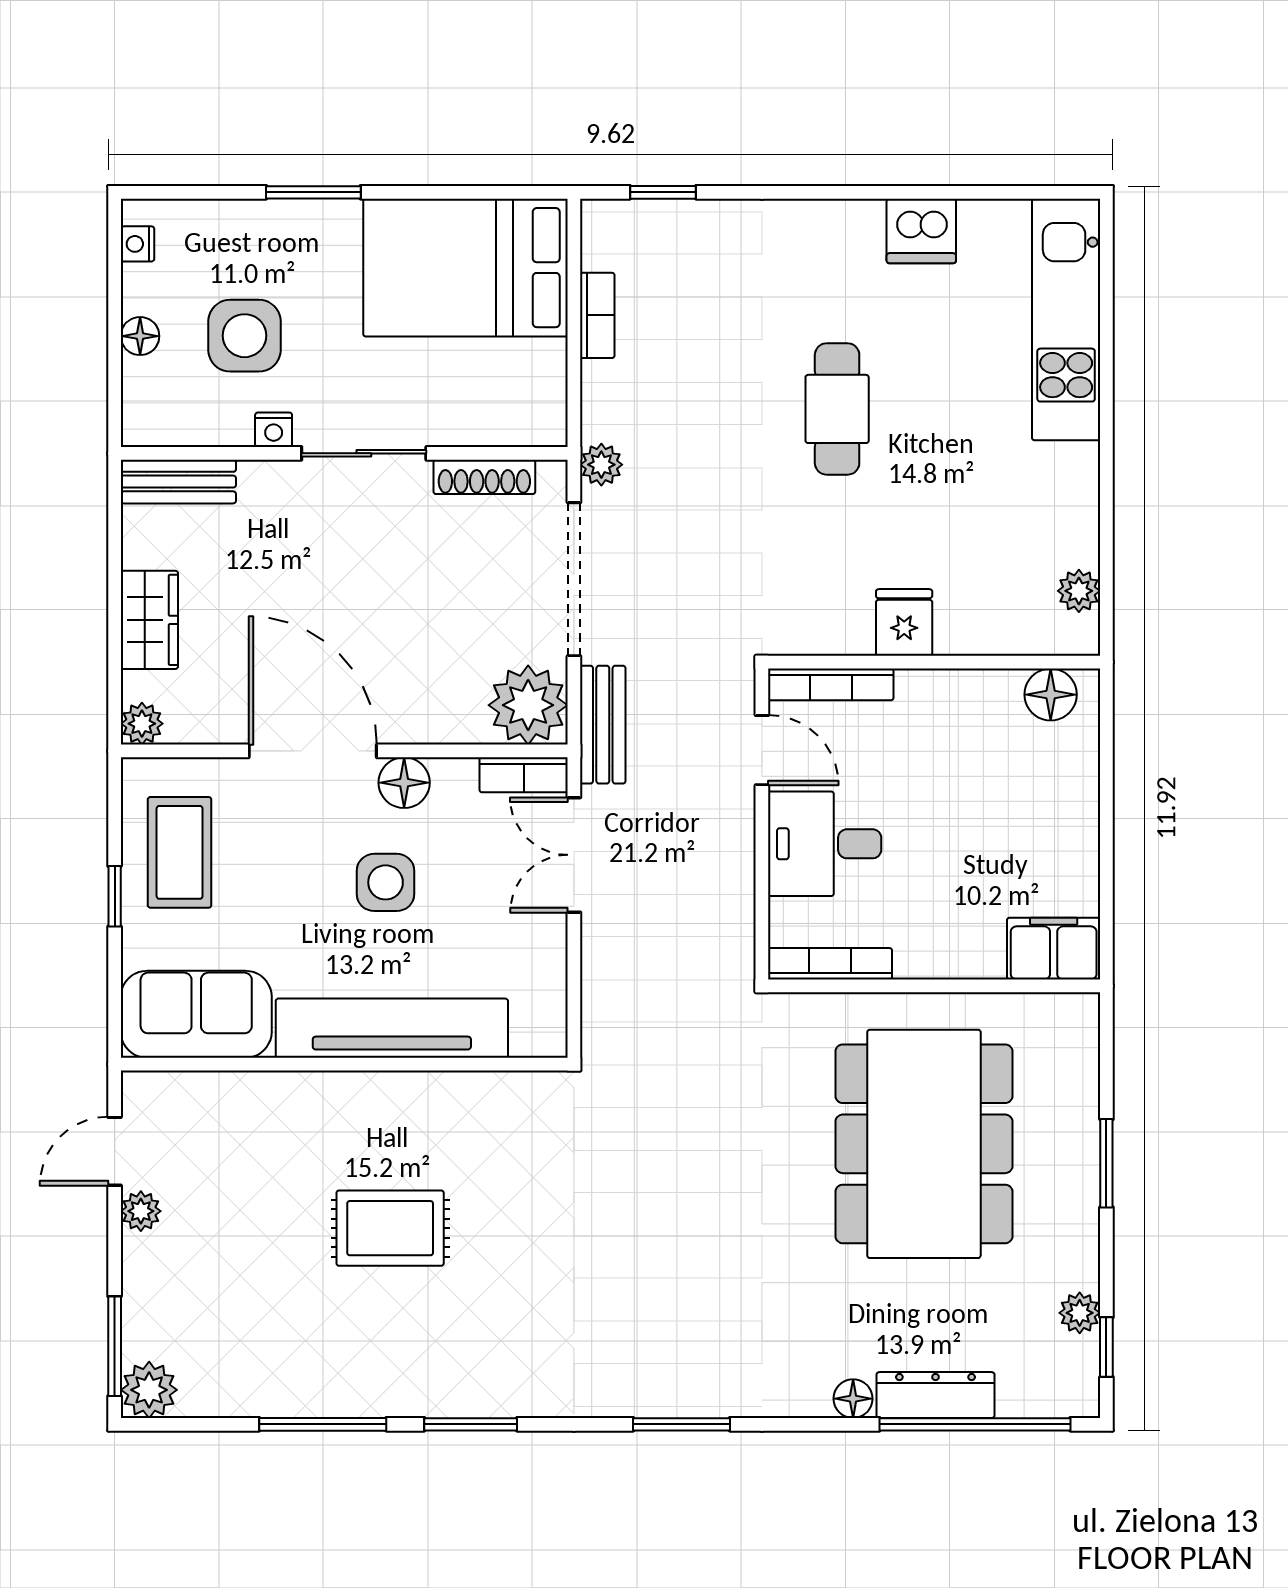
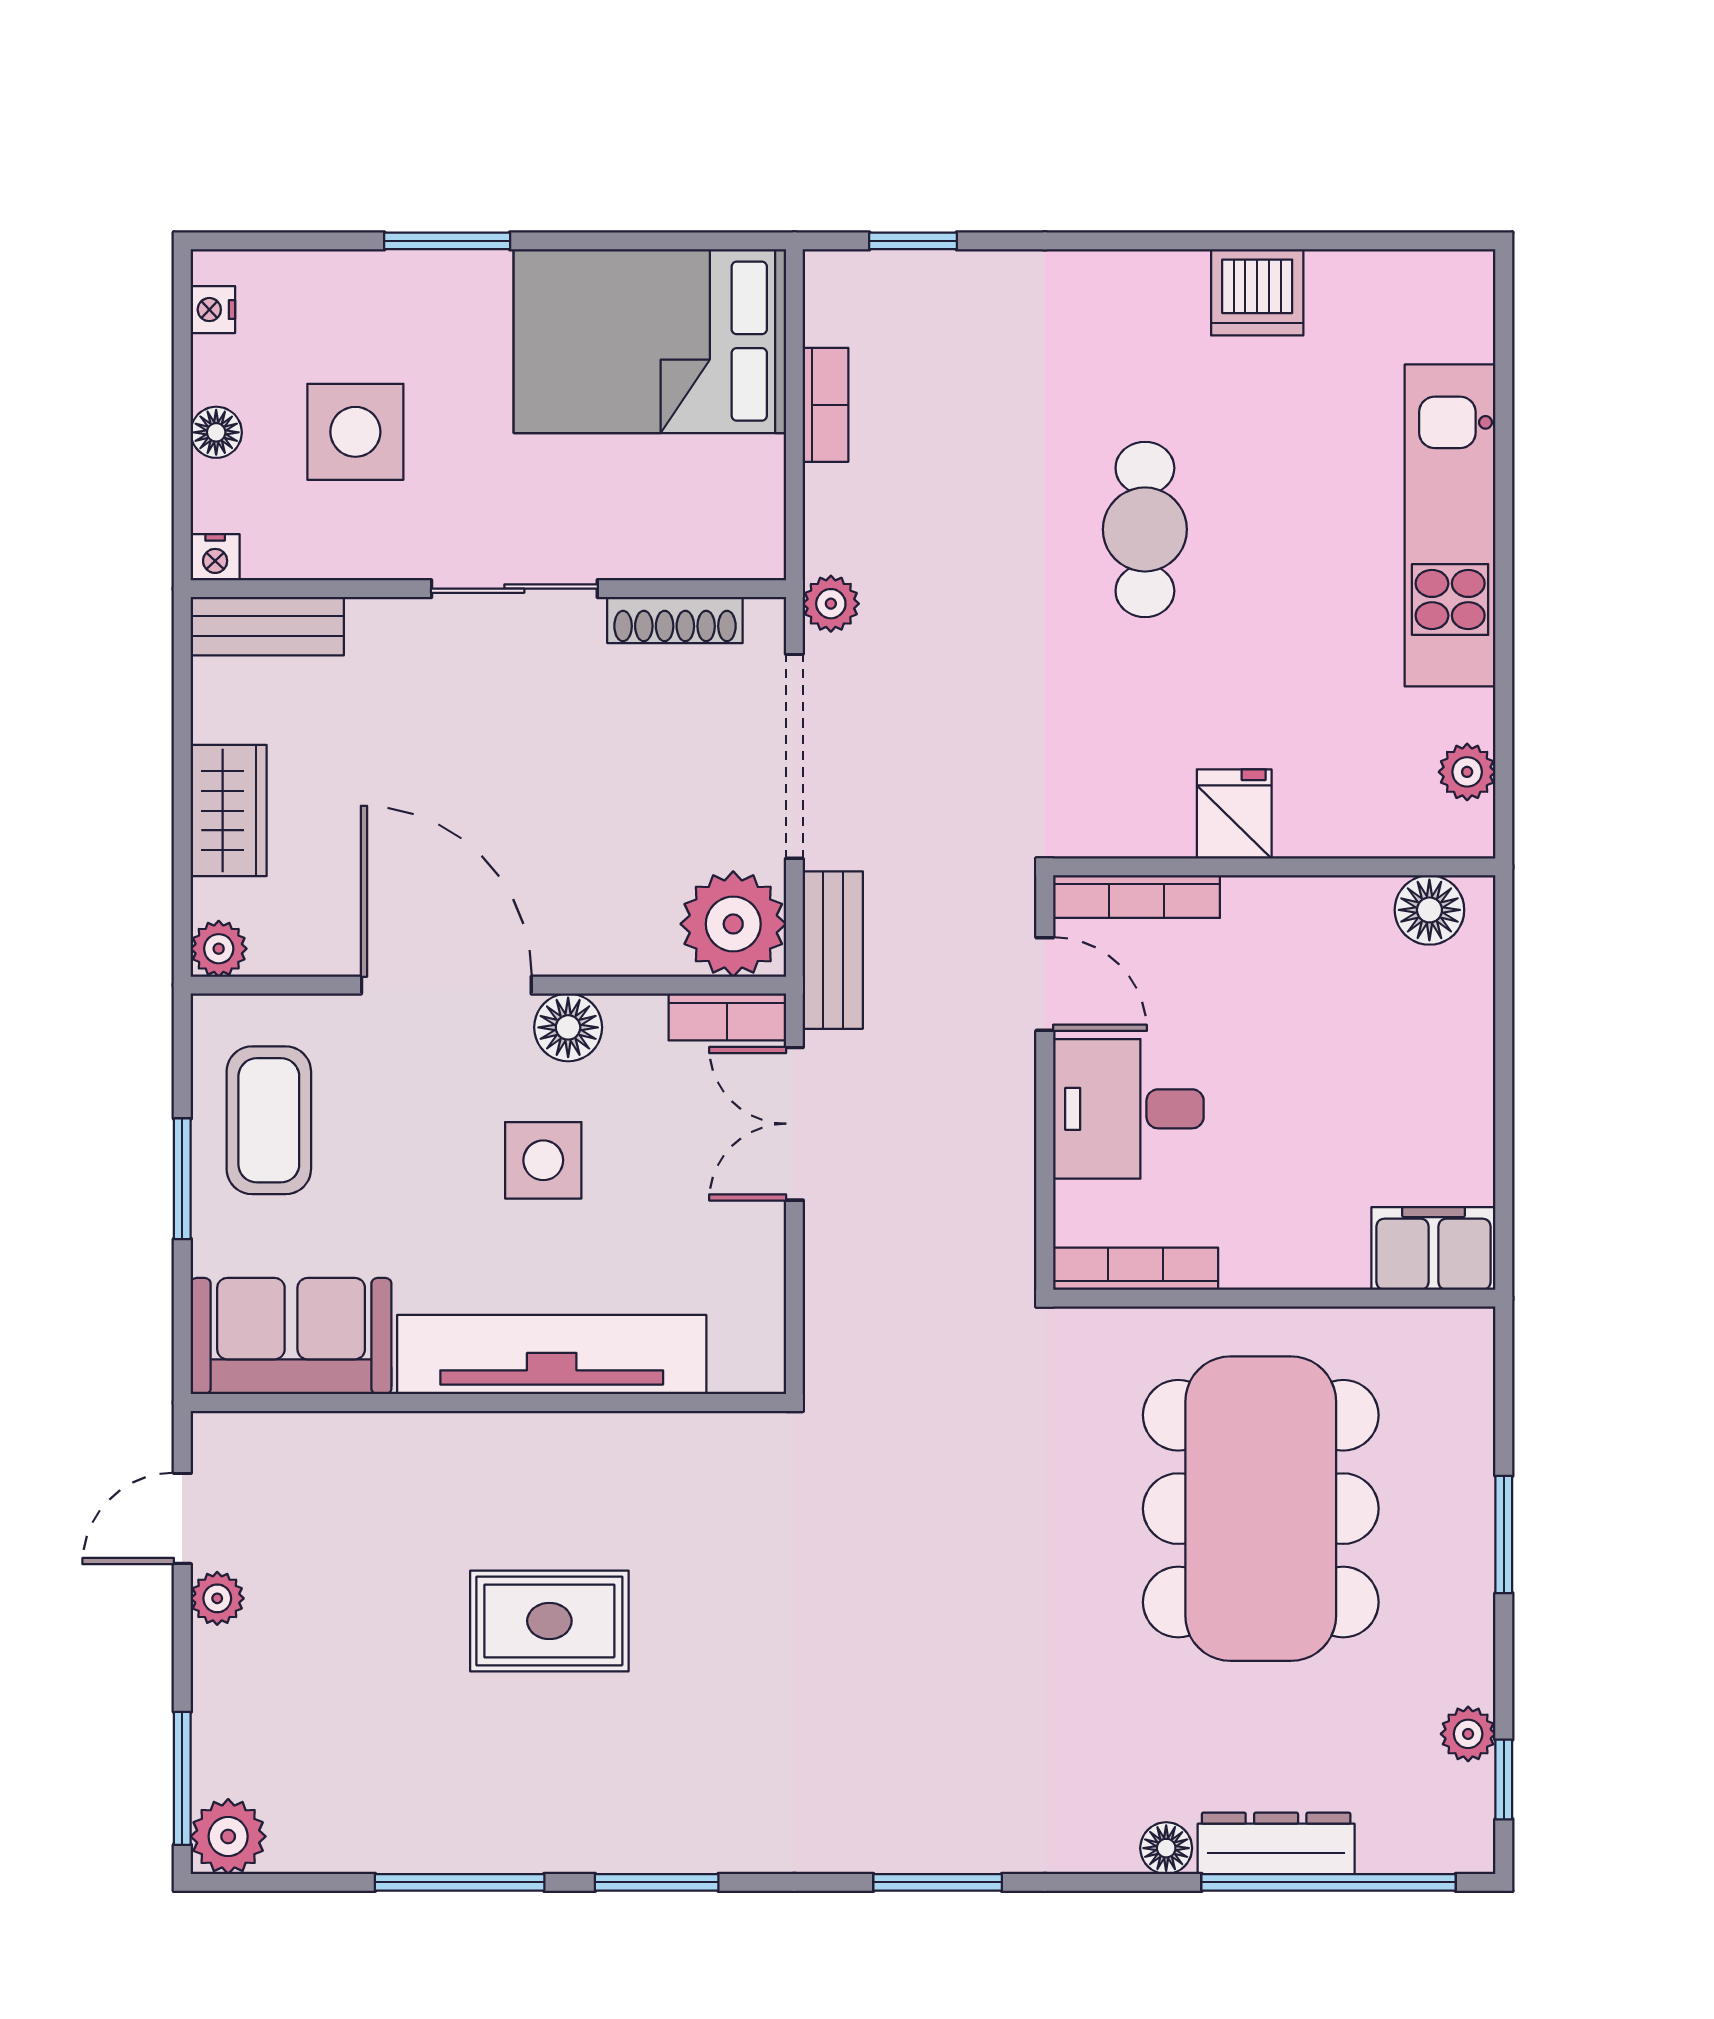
kitchen unit: (1066, 319) -> (1450, 525), moved
nightstand: (274, 430) -> (215, 557), moved
window: (115, 896) -> (182, 1179), width x1.50

